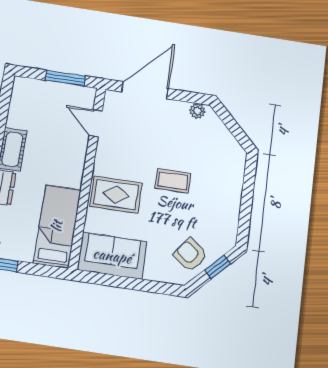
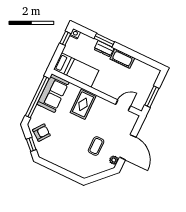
door: (145, 90) -> (128, 147), moved
coffee table: (173, 181) -> (96, 146), moved
window: (128, 283) -> (37, 97), added

